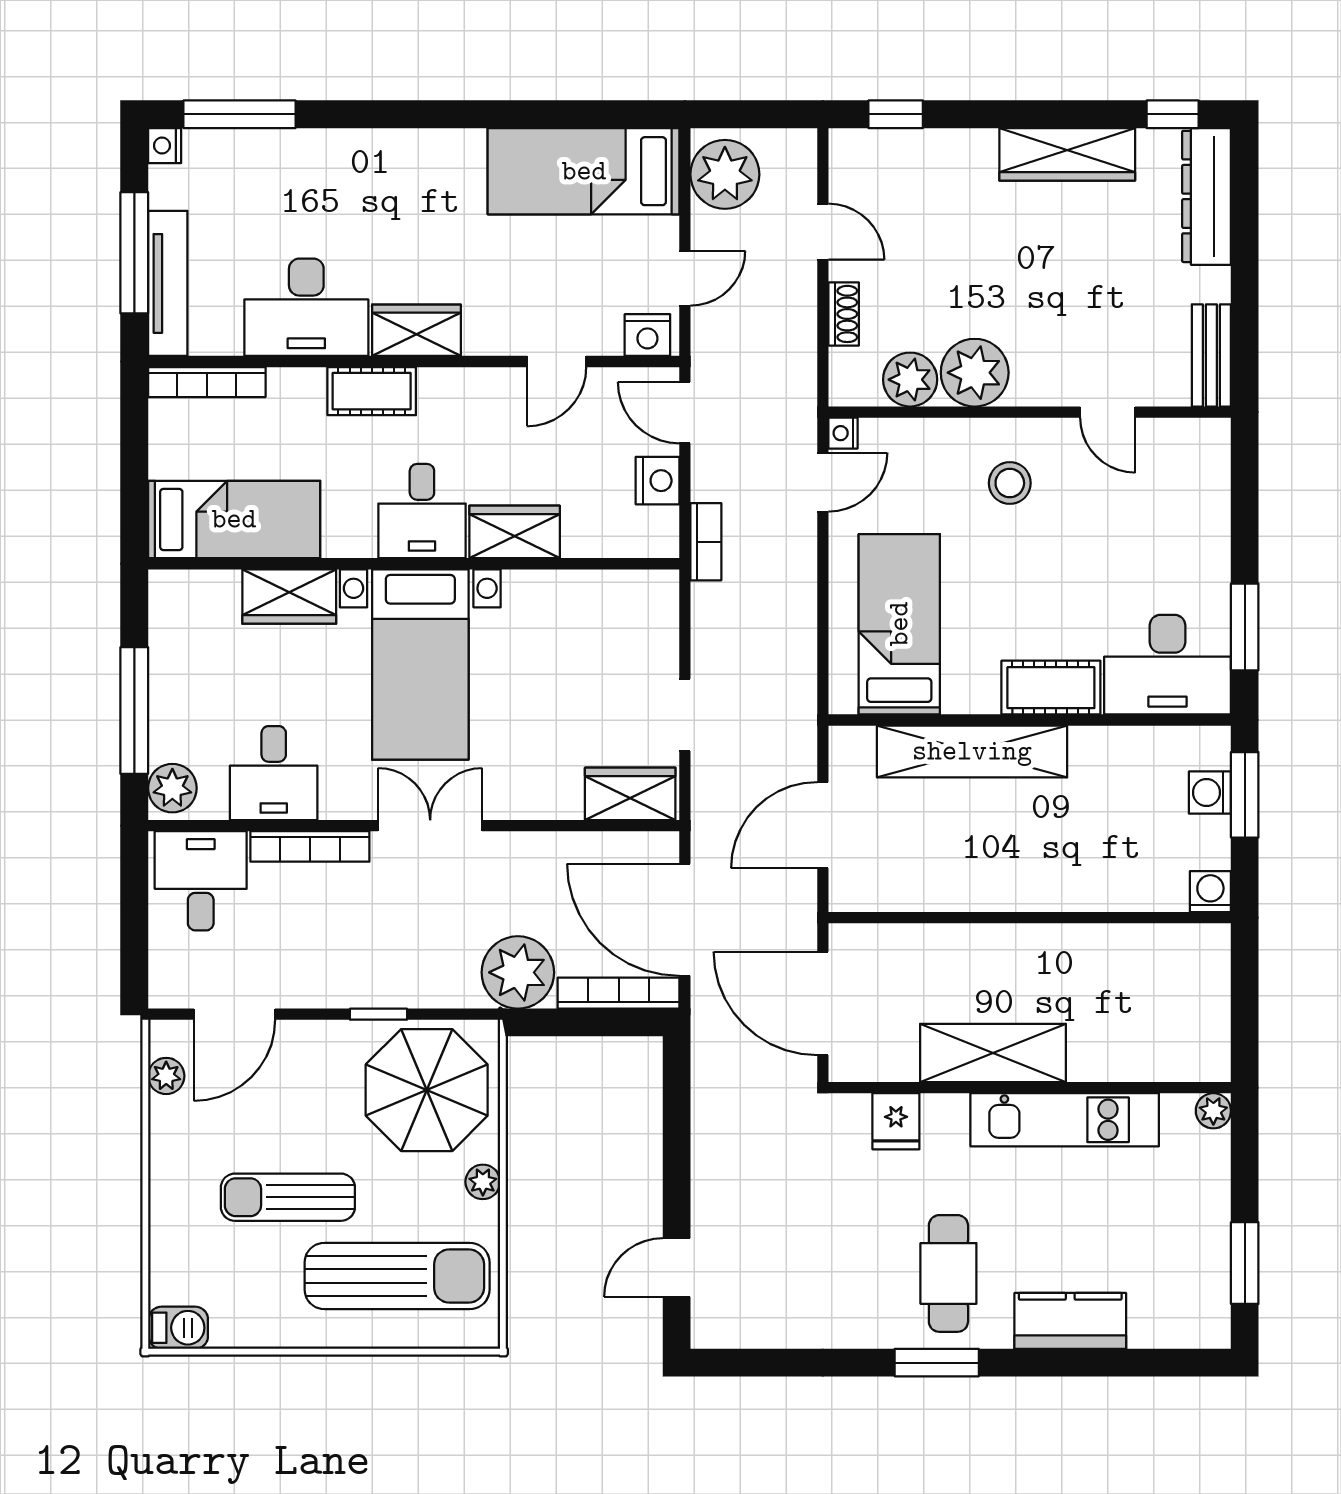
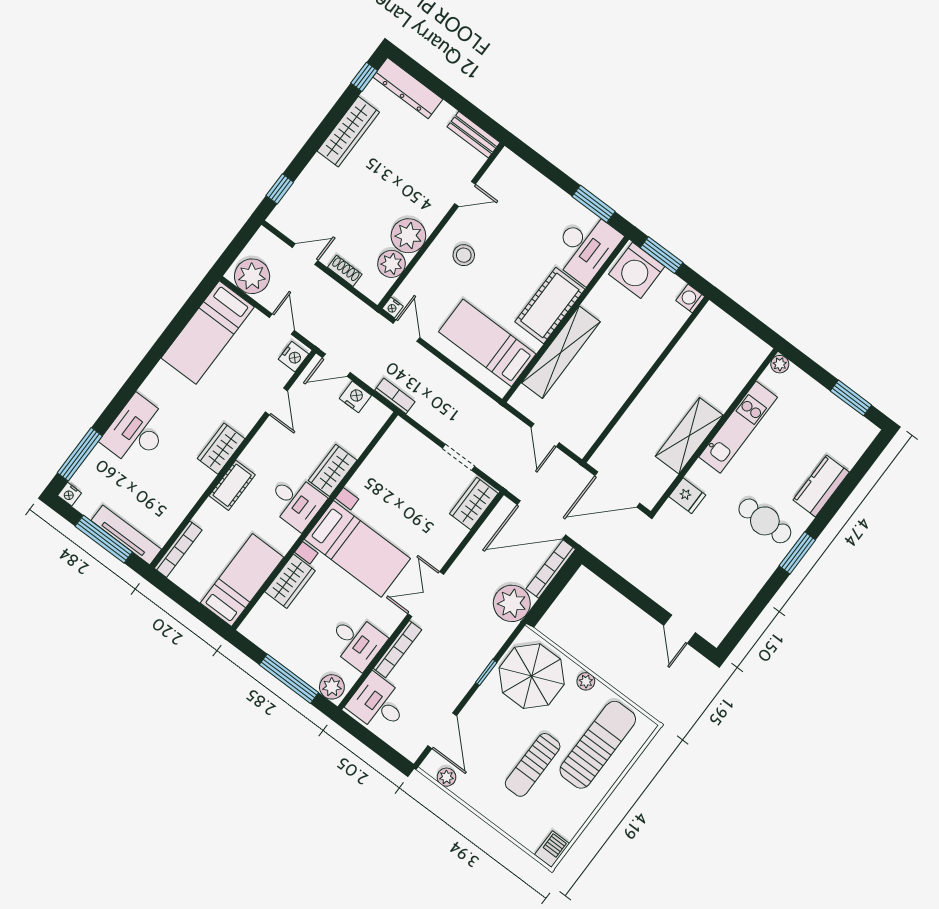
desk: (306, 307) -> (137, 431), moved, turned 180
cot: (1051, 688) -> (550, 305), width x1.37, depth x1.34
washing machine: (1210, 793) -> (637, 270), width x1.89, depth x1.89
door: (823, 825) -> (545, 435), width x0.73

